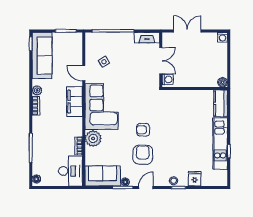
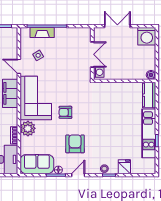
washing machine: (223, 37) -> (147, 36), width x1.89, depth x1.89
fireplace: (147, 38) -> (42, 32), moved
armchair: (143, 130) -> (65, 112), moved

